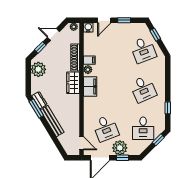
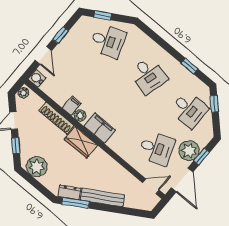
desk: (143, 89) -> (148, 75), turned 39

